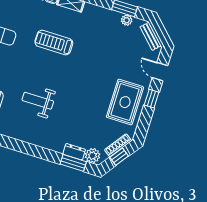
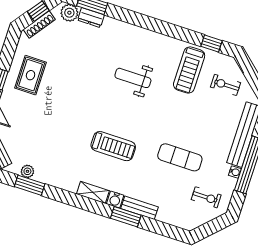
weight bench: (38, 101) -> (133, 78), turned 180
rug: (125, 102) -> (31, 75), width x0.73, depth x0.70

